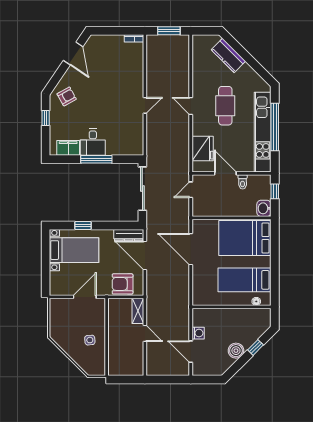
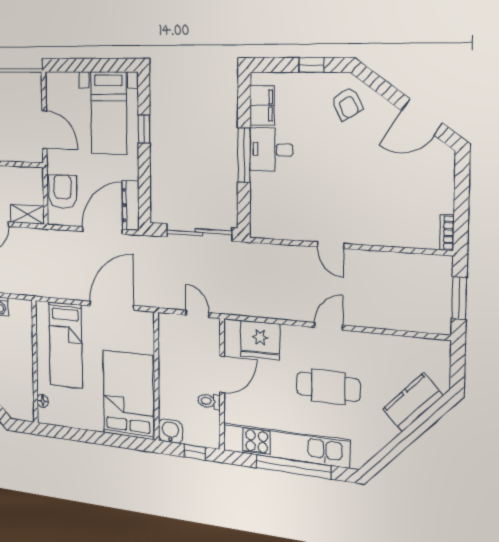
bed: (244, 280) -> (66, 345), moved, turned 180

